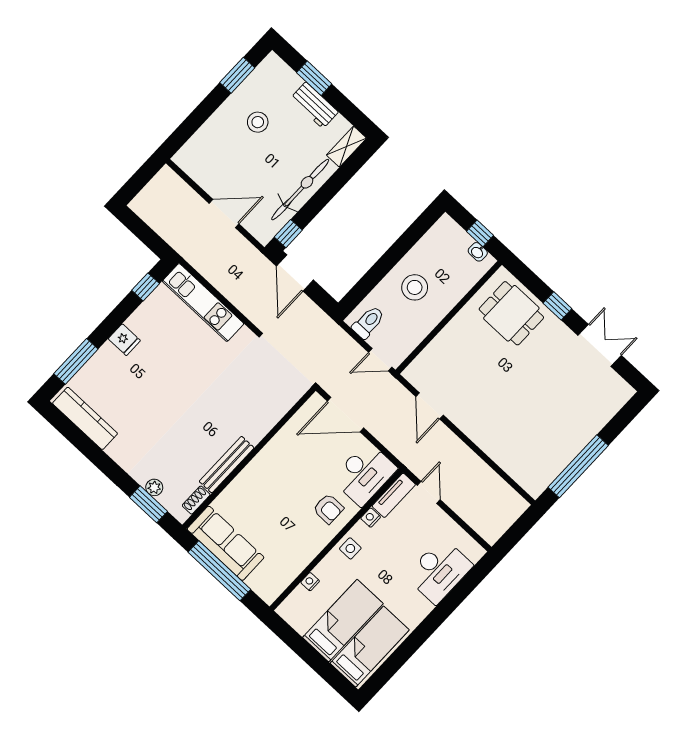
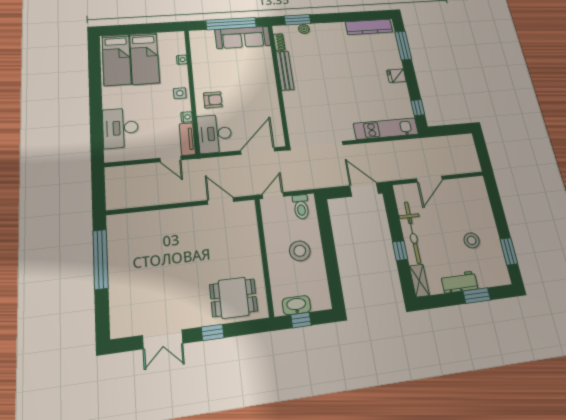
window: (288, 234) -> (400, 251), moved
washbasin: (478, 252) -> (296, 305), width x1.91, depth x1.45
armchair: (328, 509) -> (213, 100), turned 180

